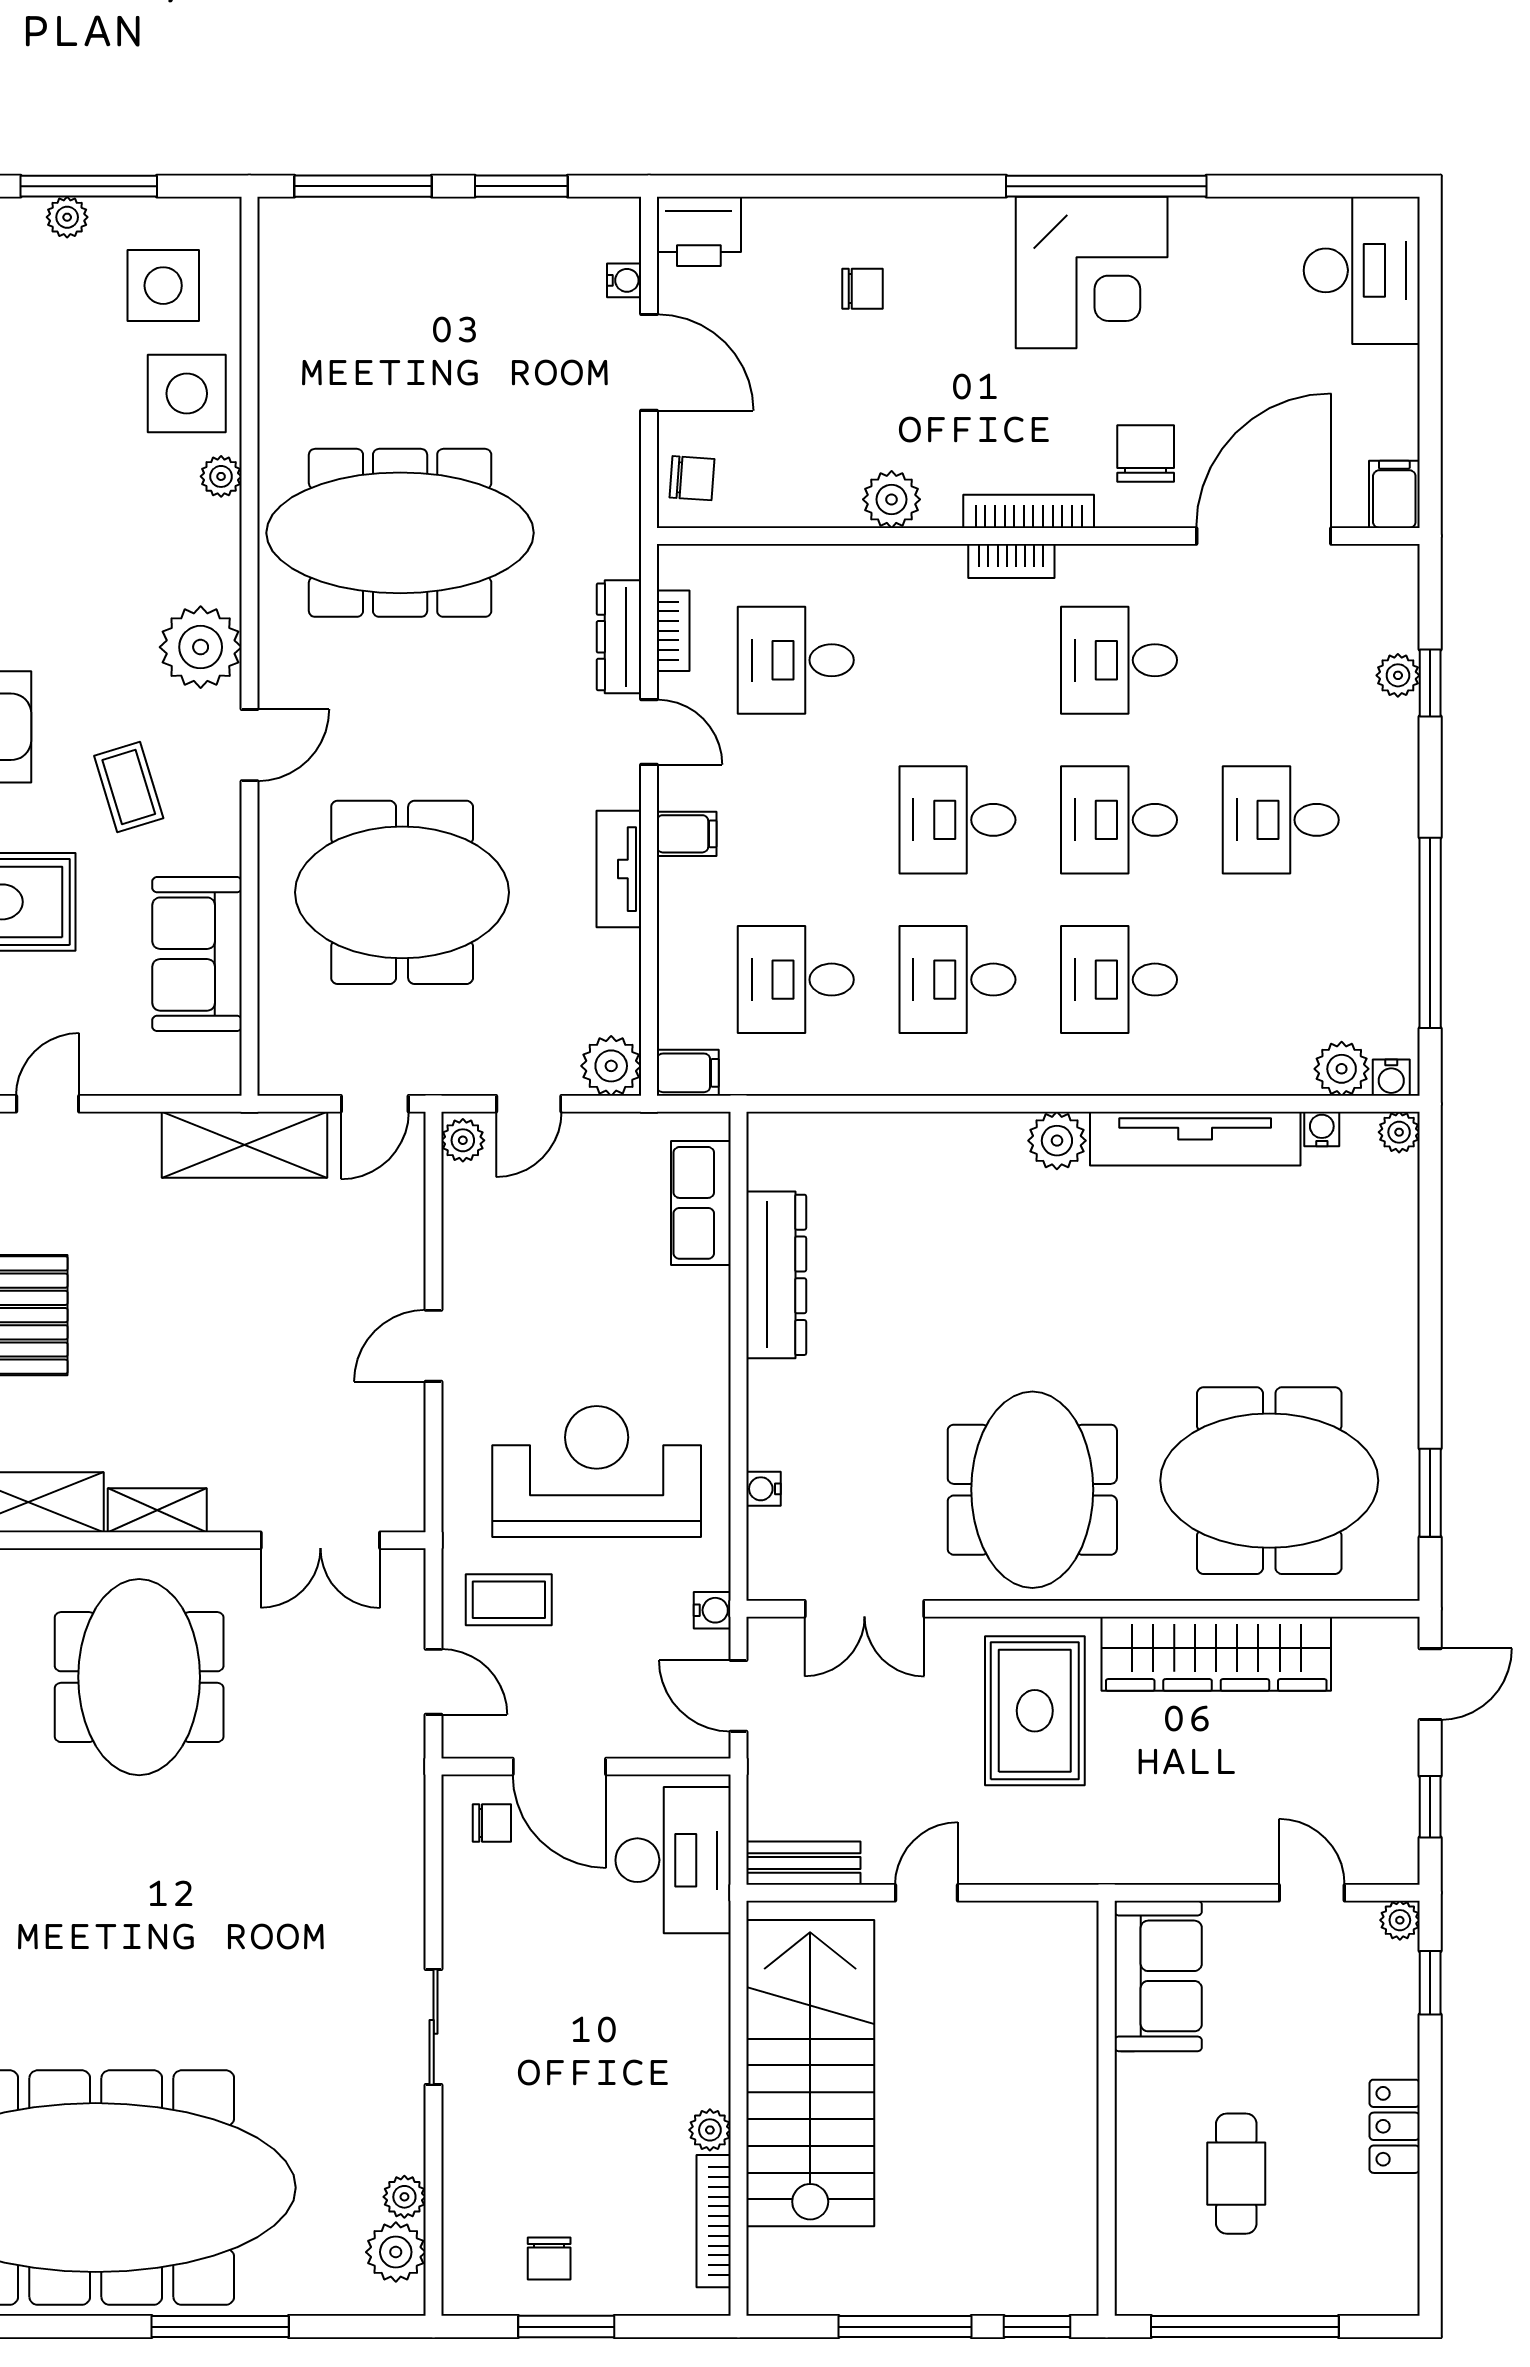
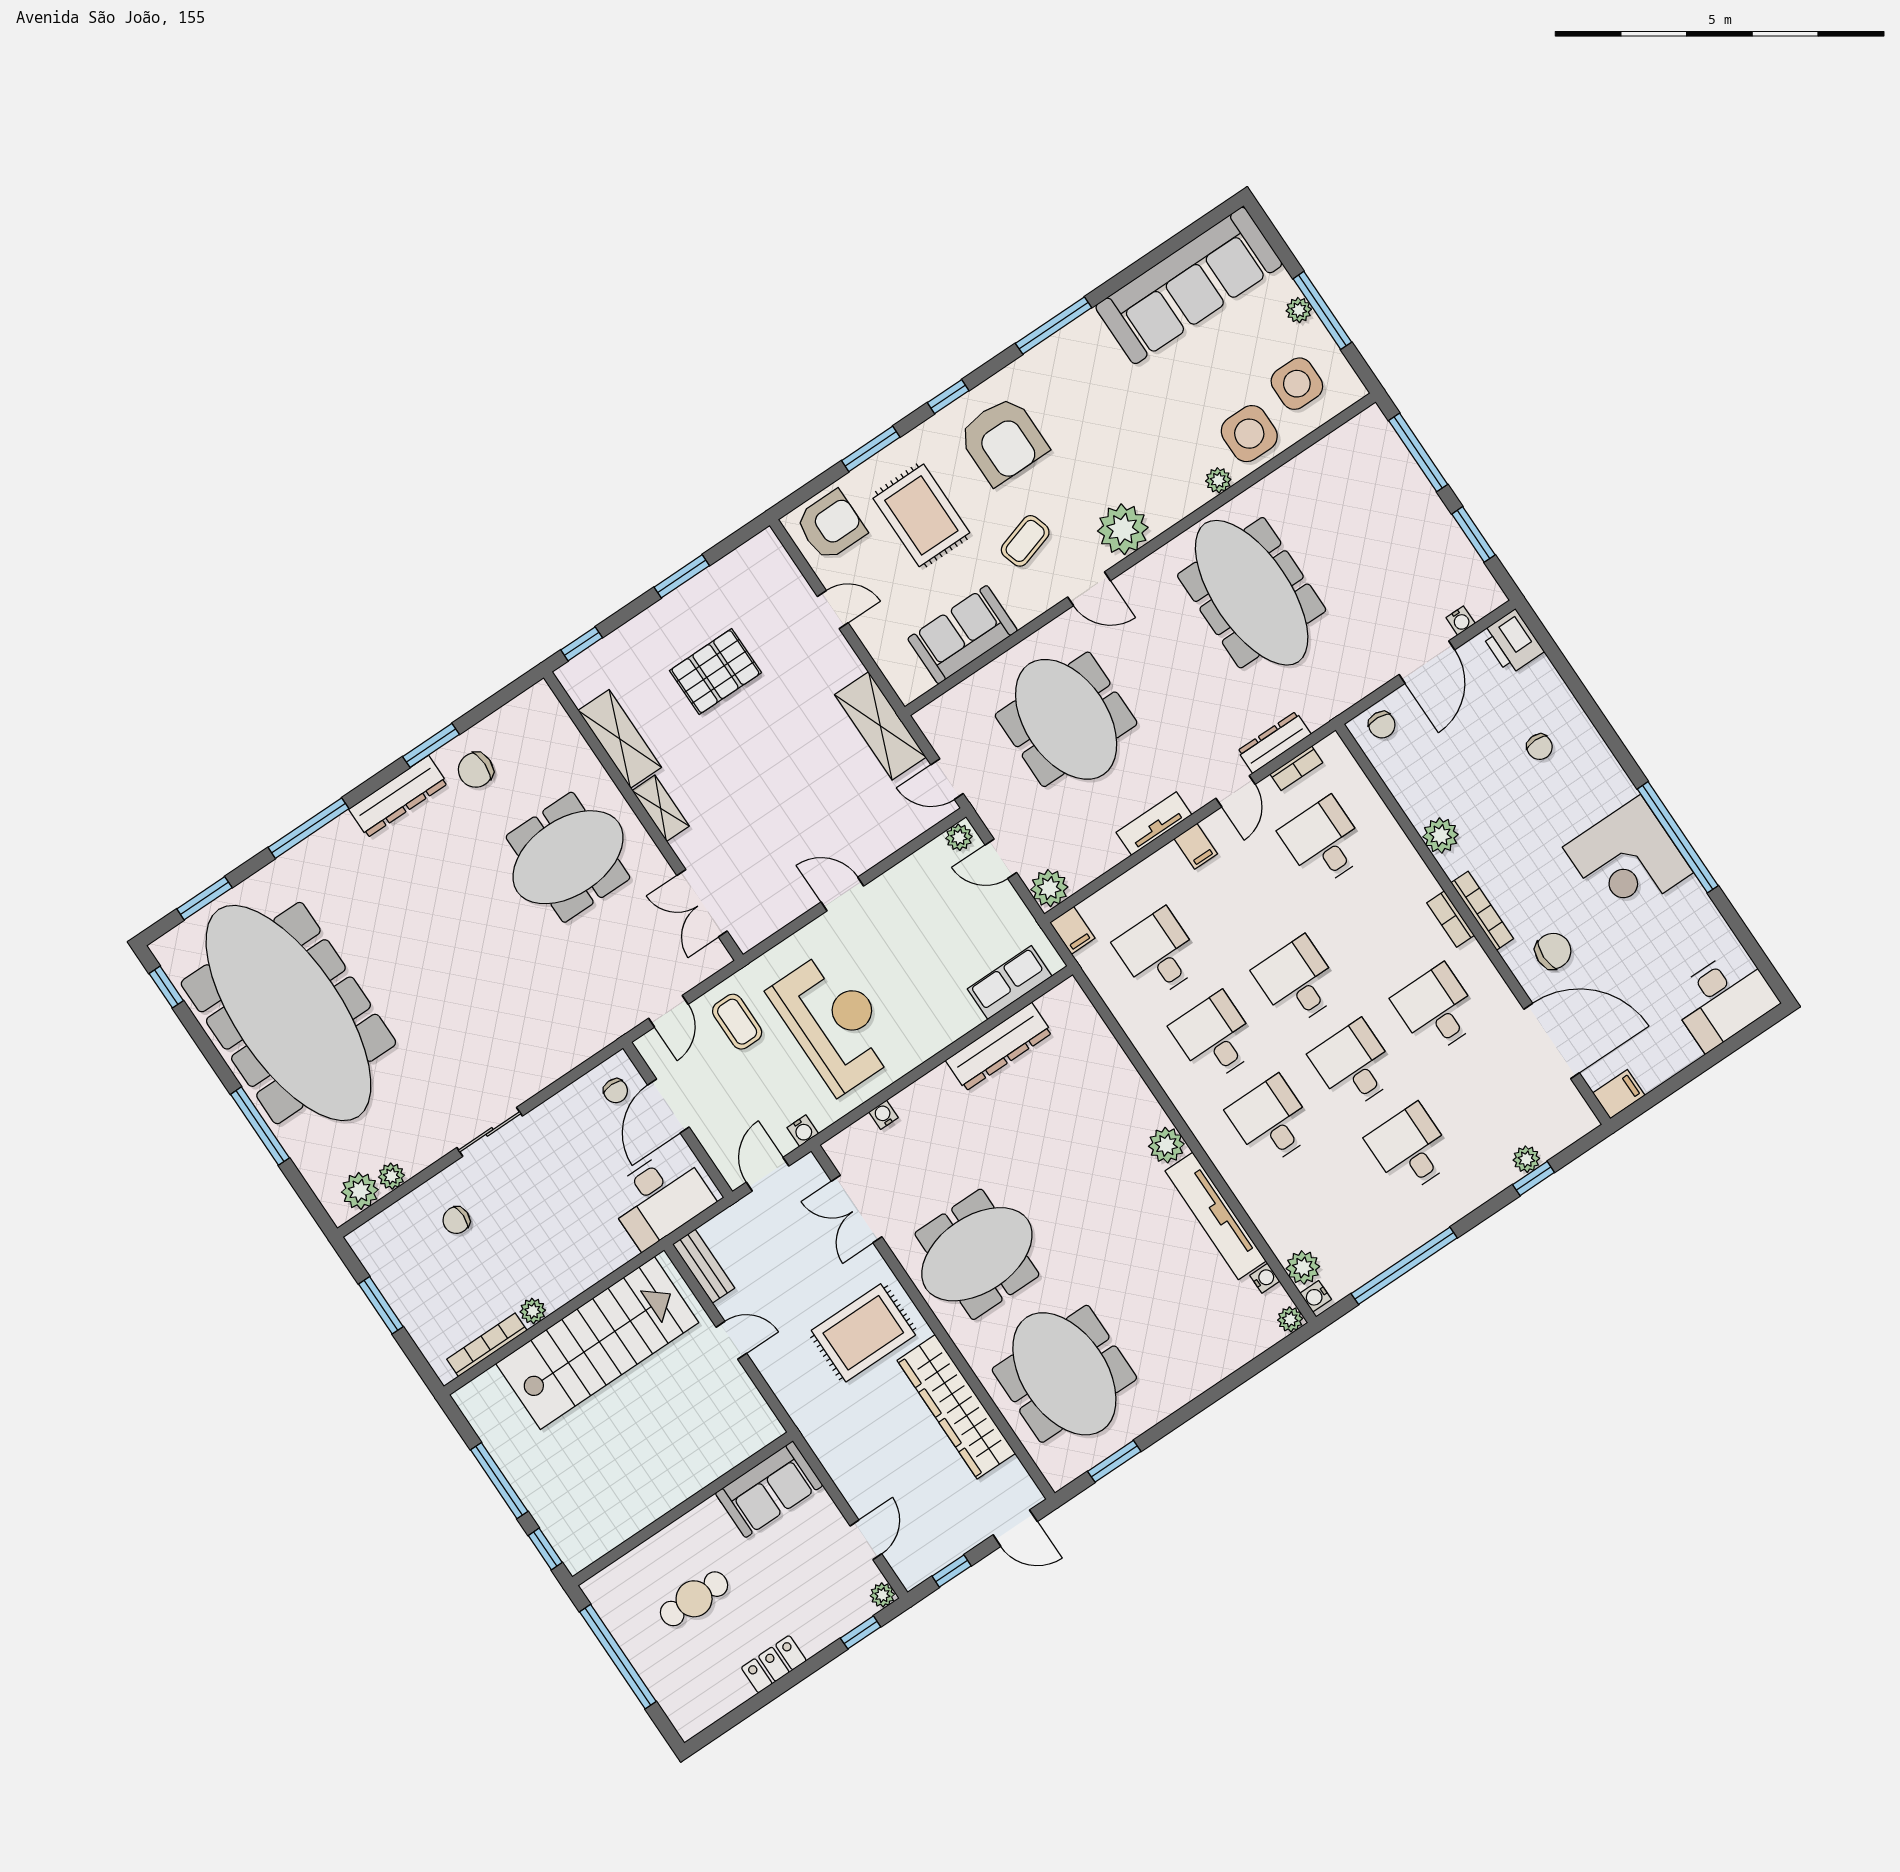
chair: (549, 2258) -> (456, 1220), moved

